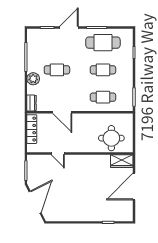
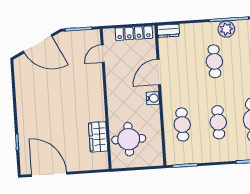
plant: (33, 79) -> (226, 29), moved
water cooler: (82, 118) -> (153, 98), added
door: (58, 154) -> (103, 54), moved
wardrobe: (122, 161) -> (98, 137), moved
door: (134, 186) -> (49, 174), moved

